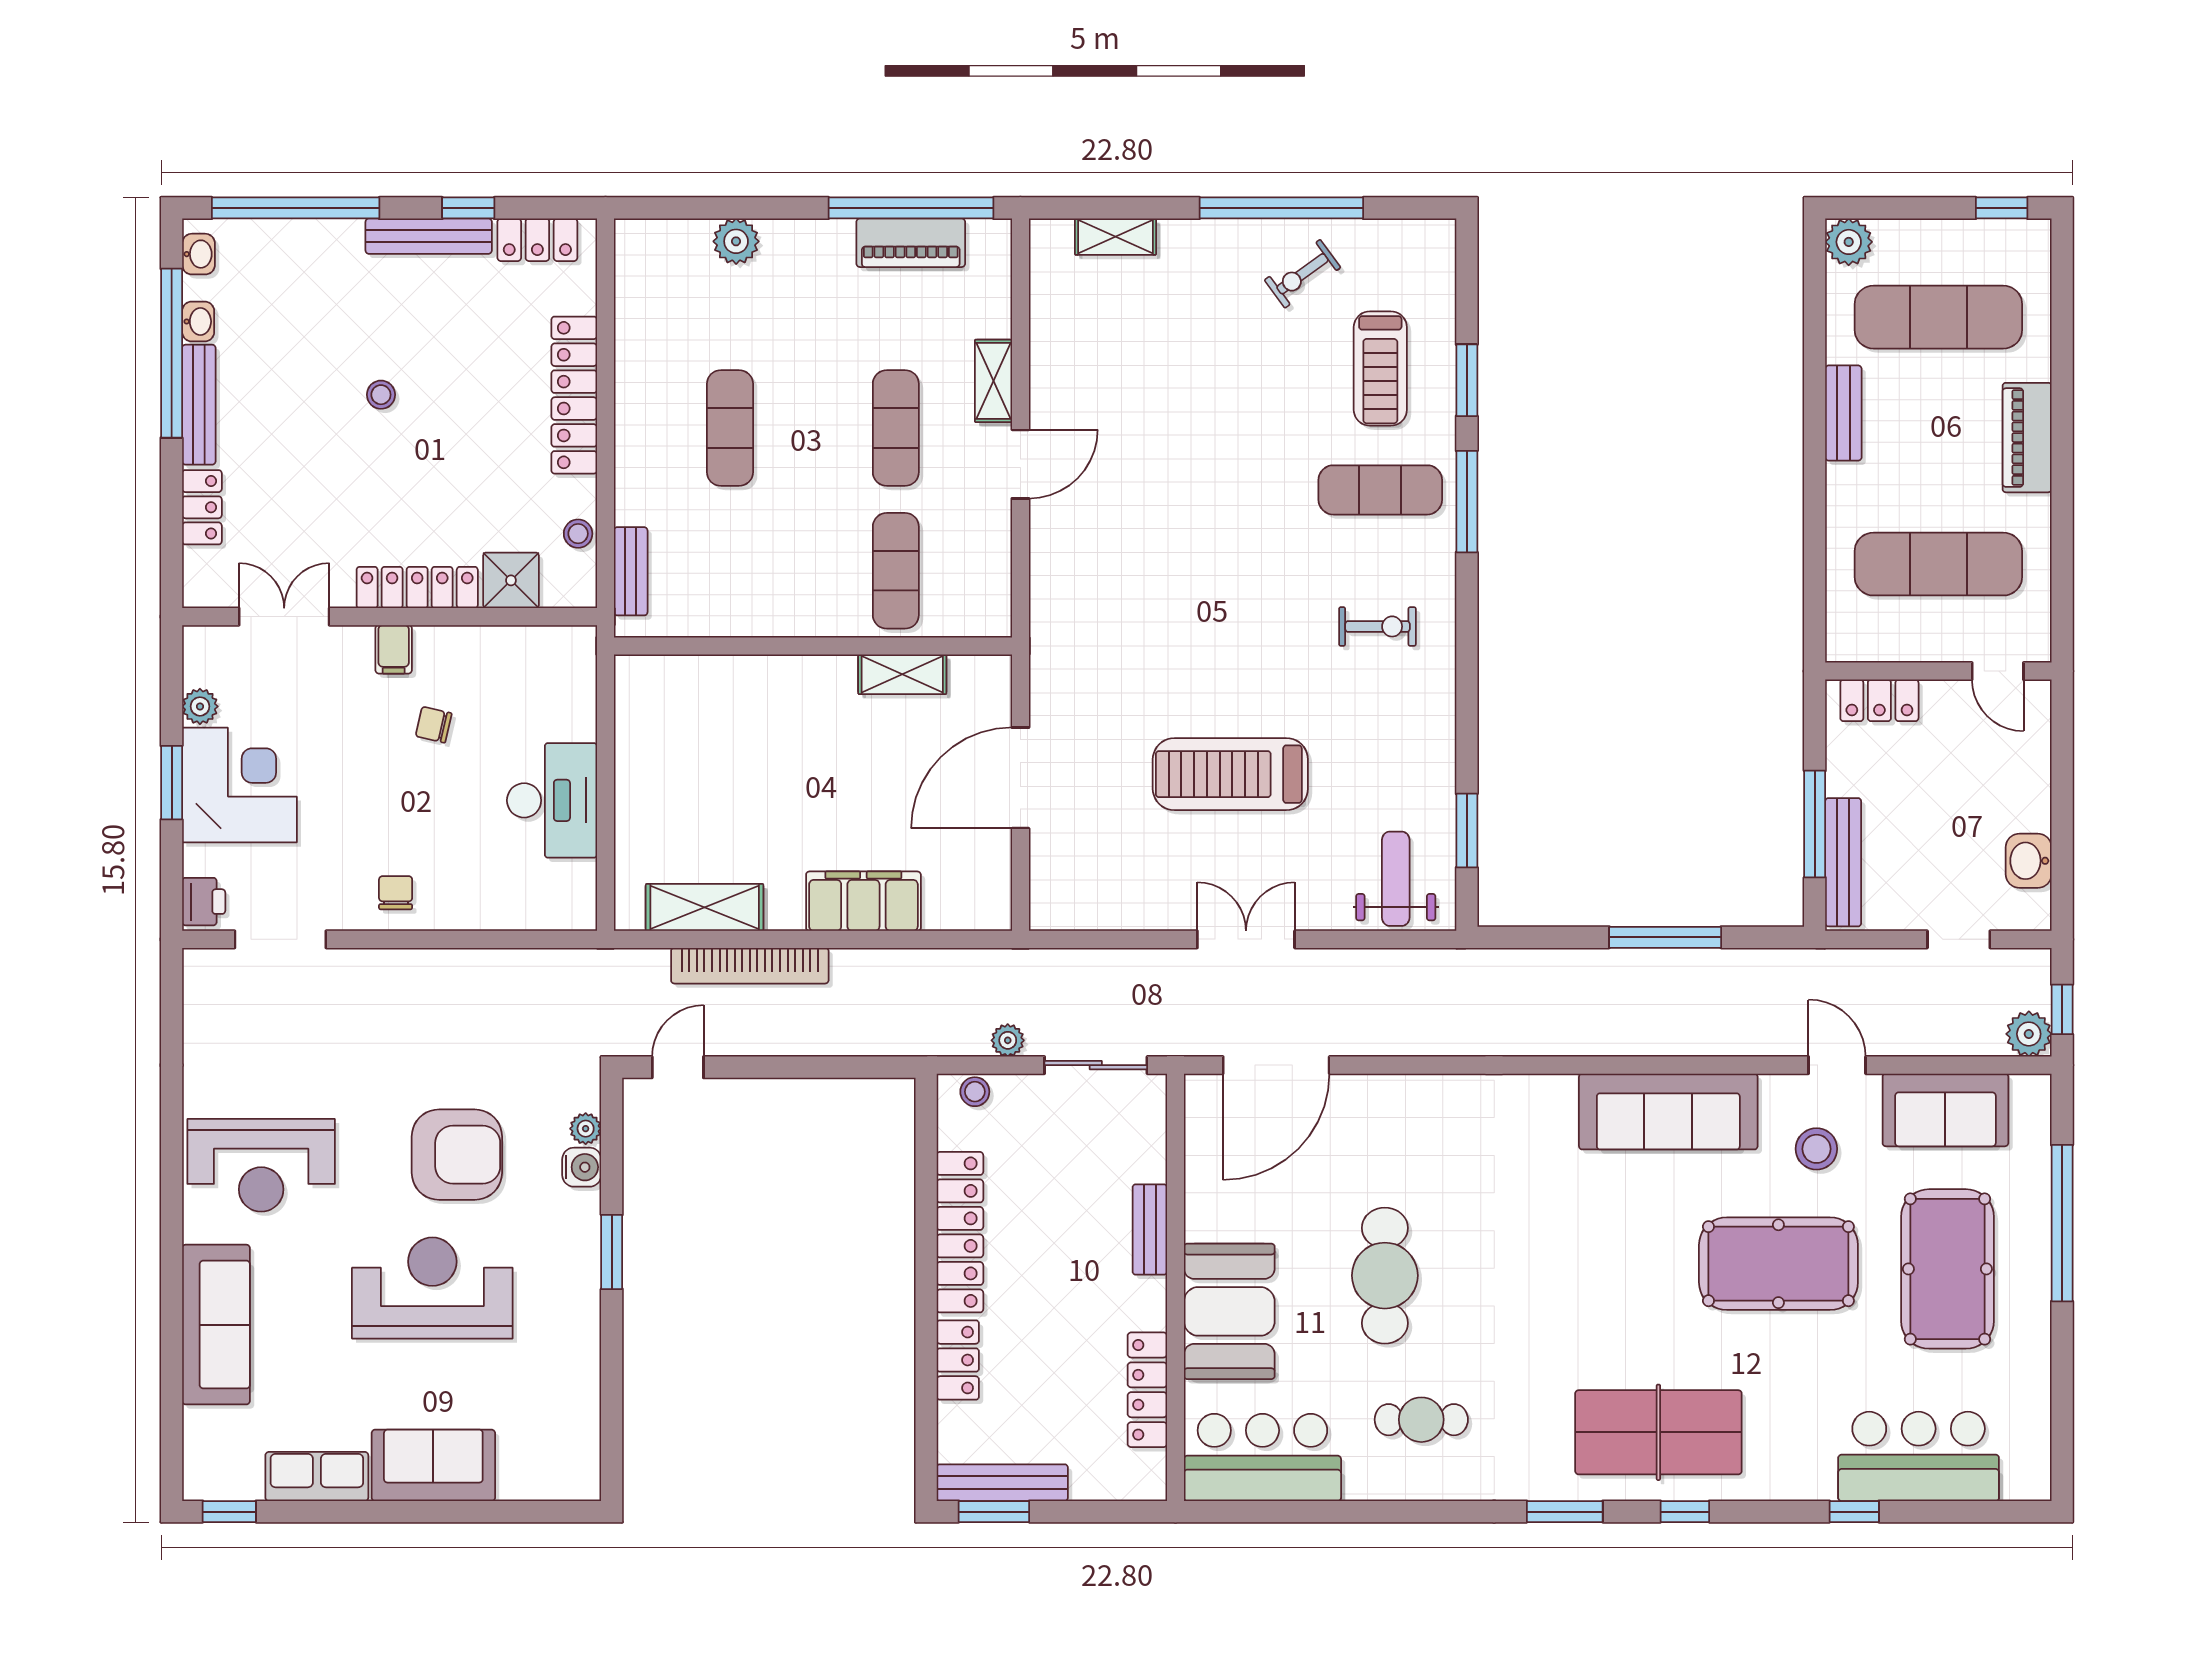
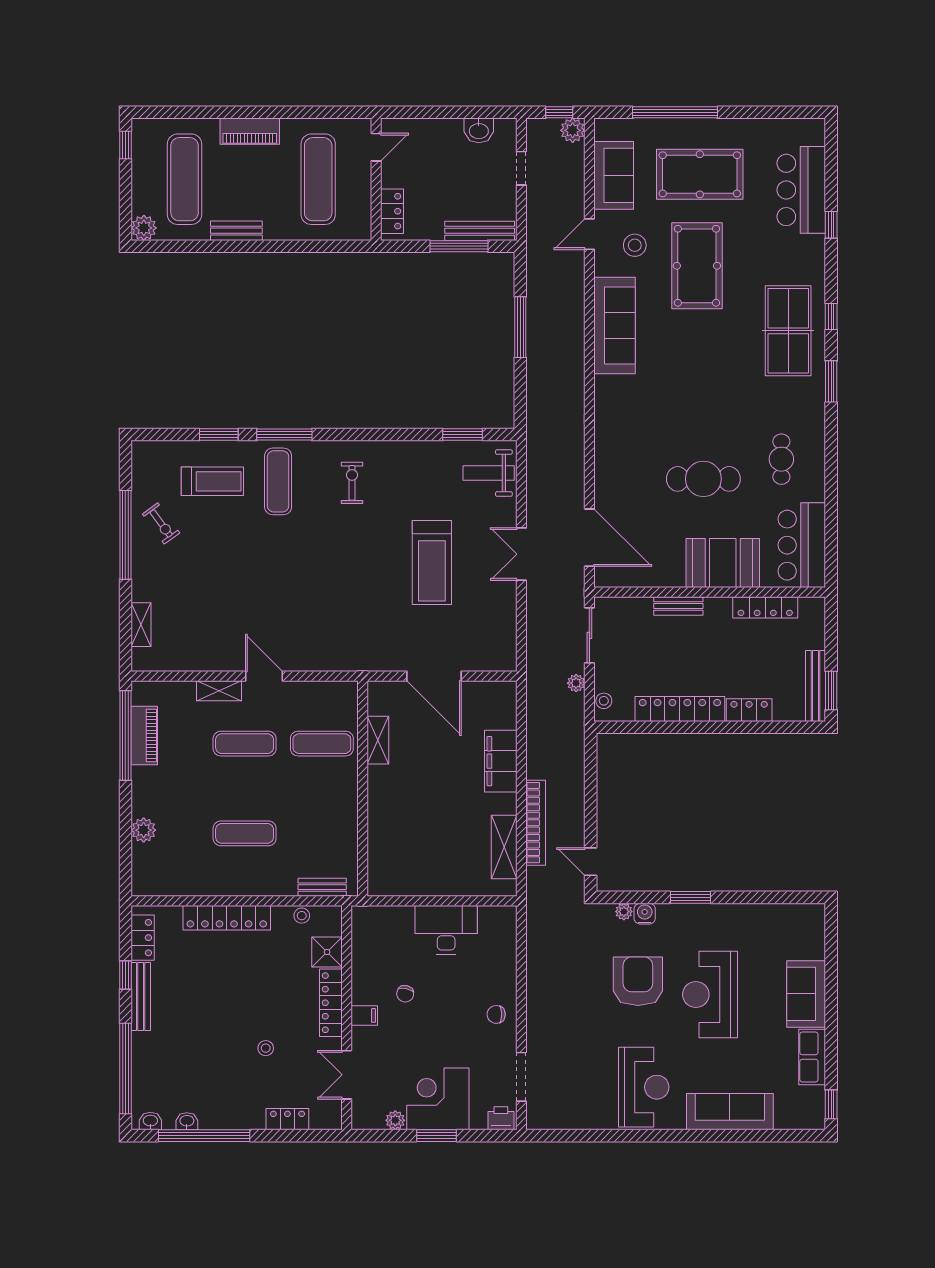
stool: (381, 395) -> (266, 1048), moved
bench: (199, 405) -> (232, 1121), removed

